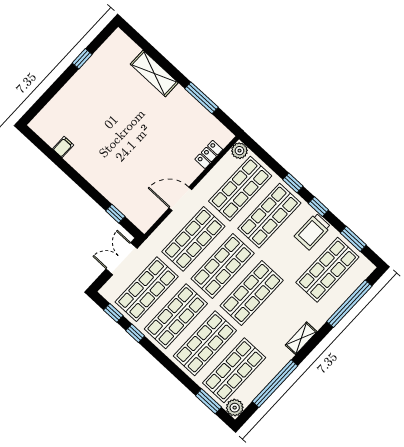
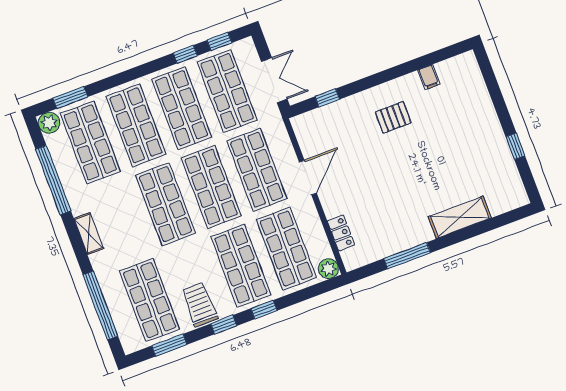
pallet: (106, 158) -> (393, 117), added

